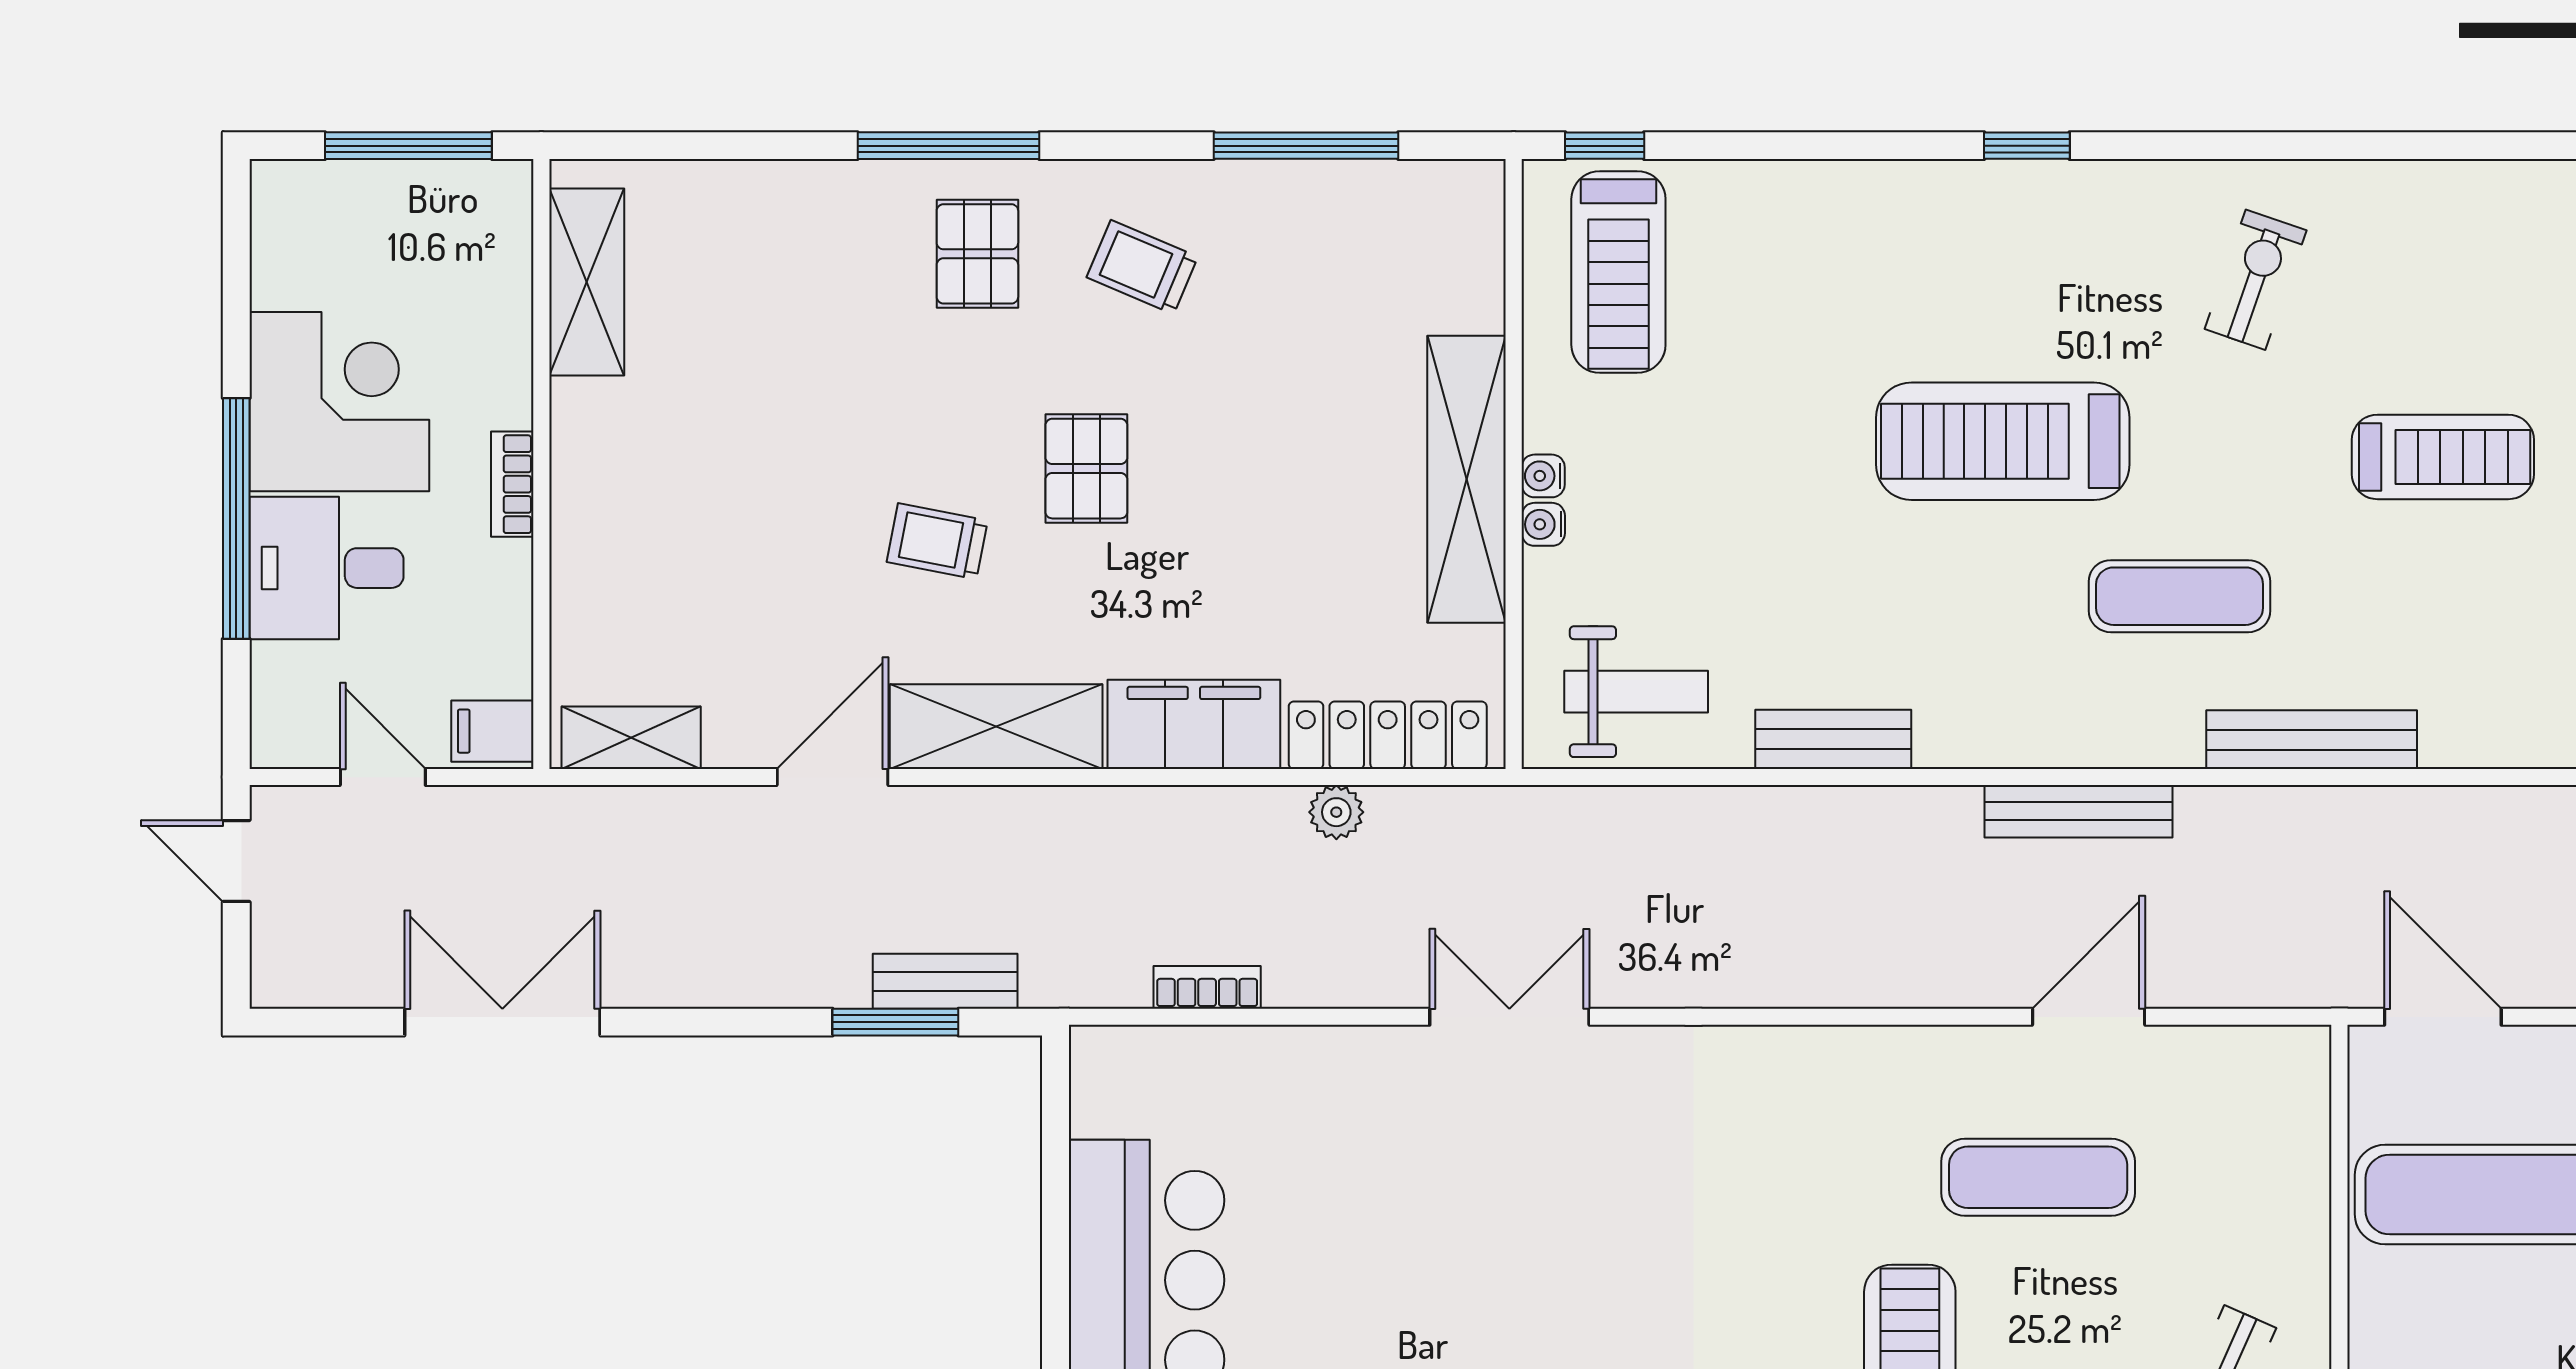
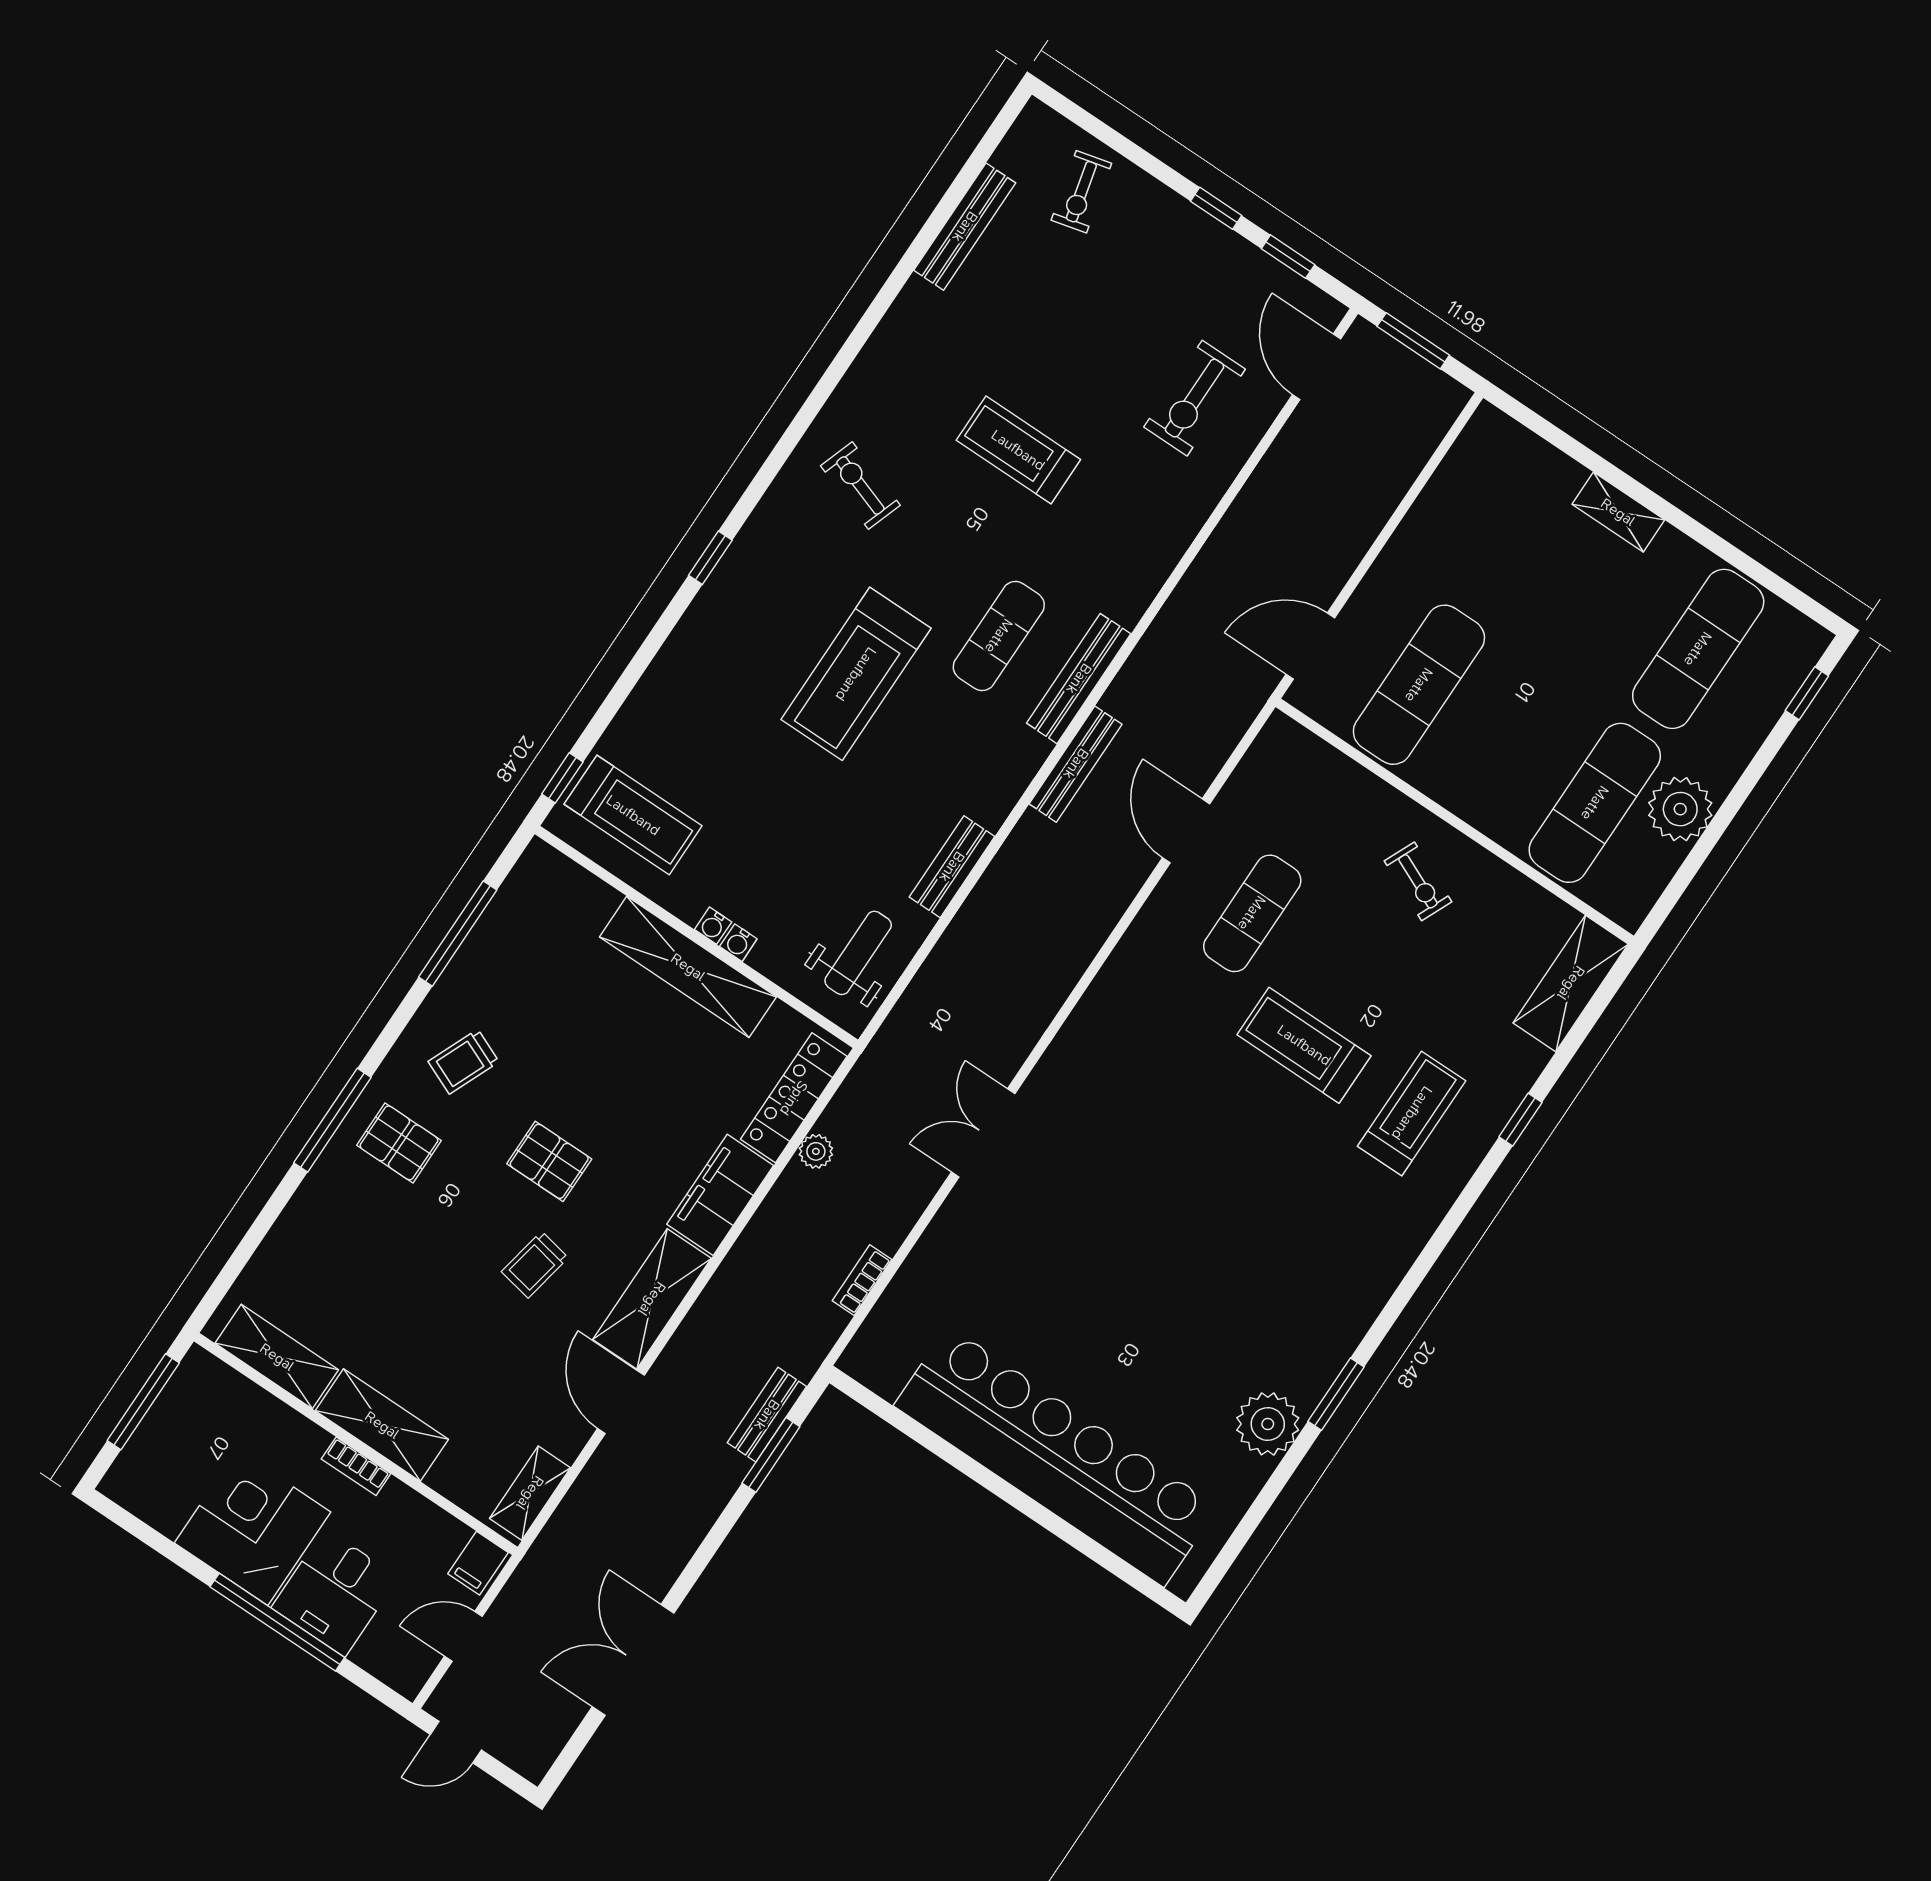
treadmill: (2443, 457) -> (1018, 450), turned -90
shelving: (590, 482) -> (382, 1425), added
bench: (2312, 740) -> (1079, 679), moved

